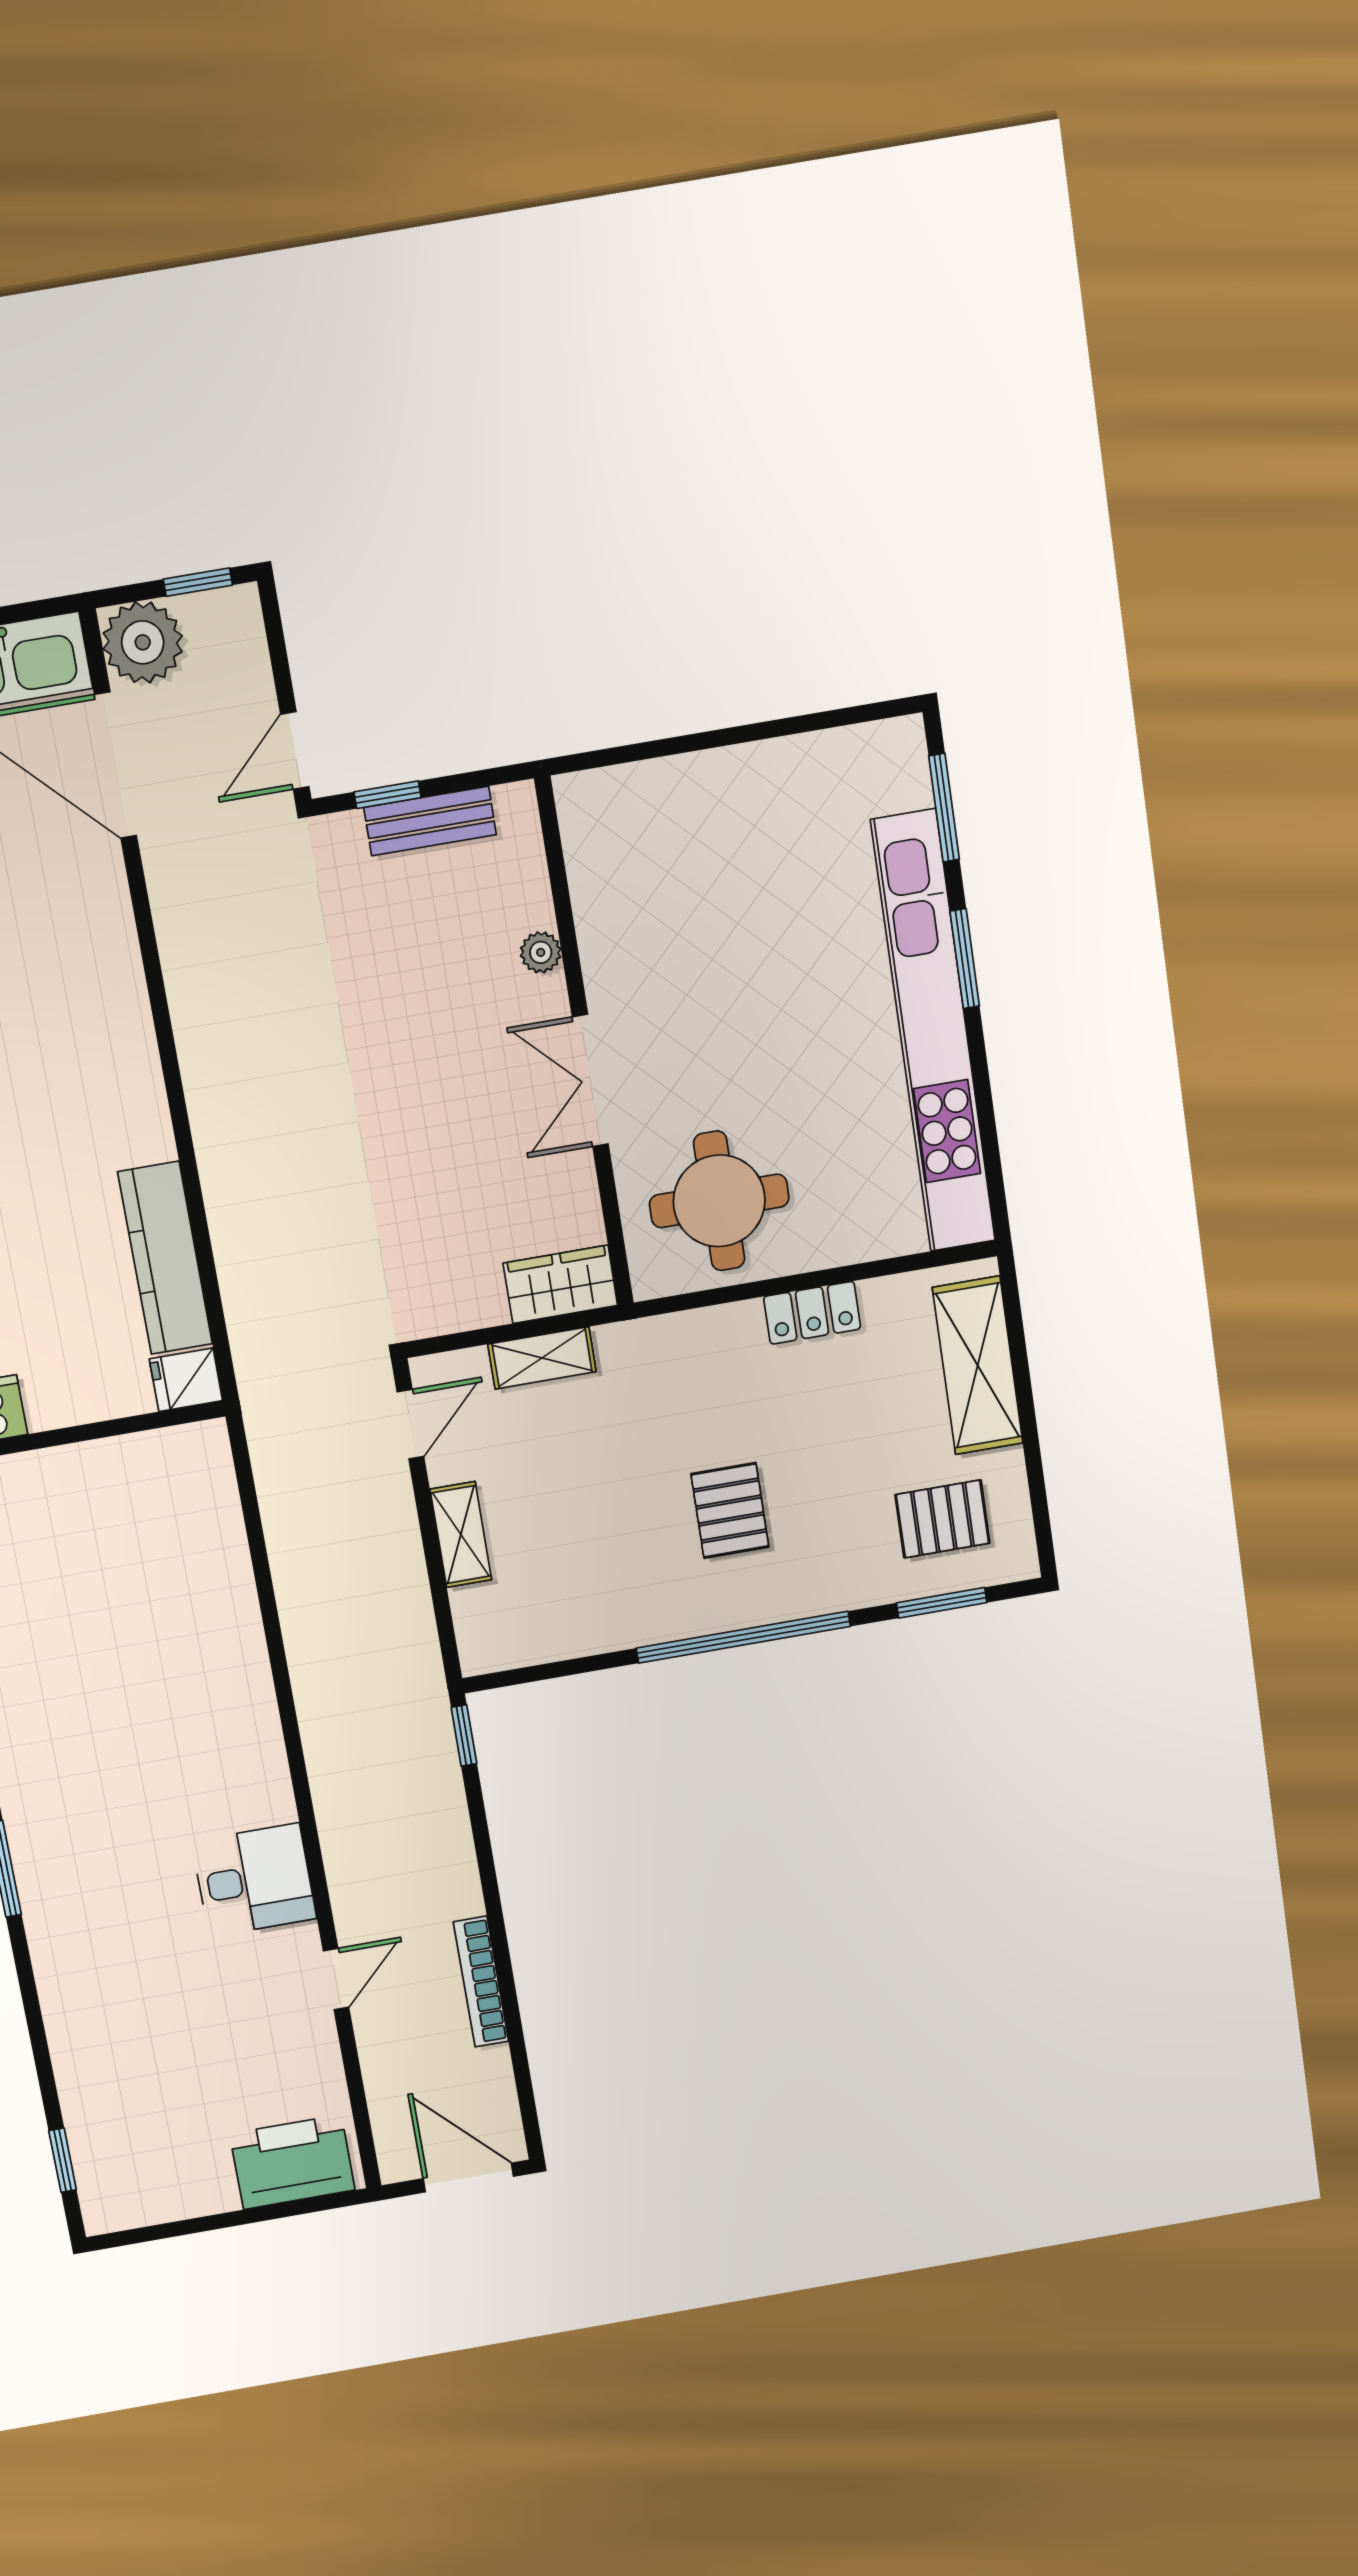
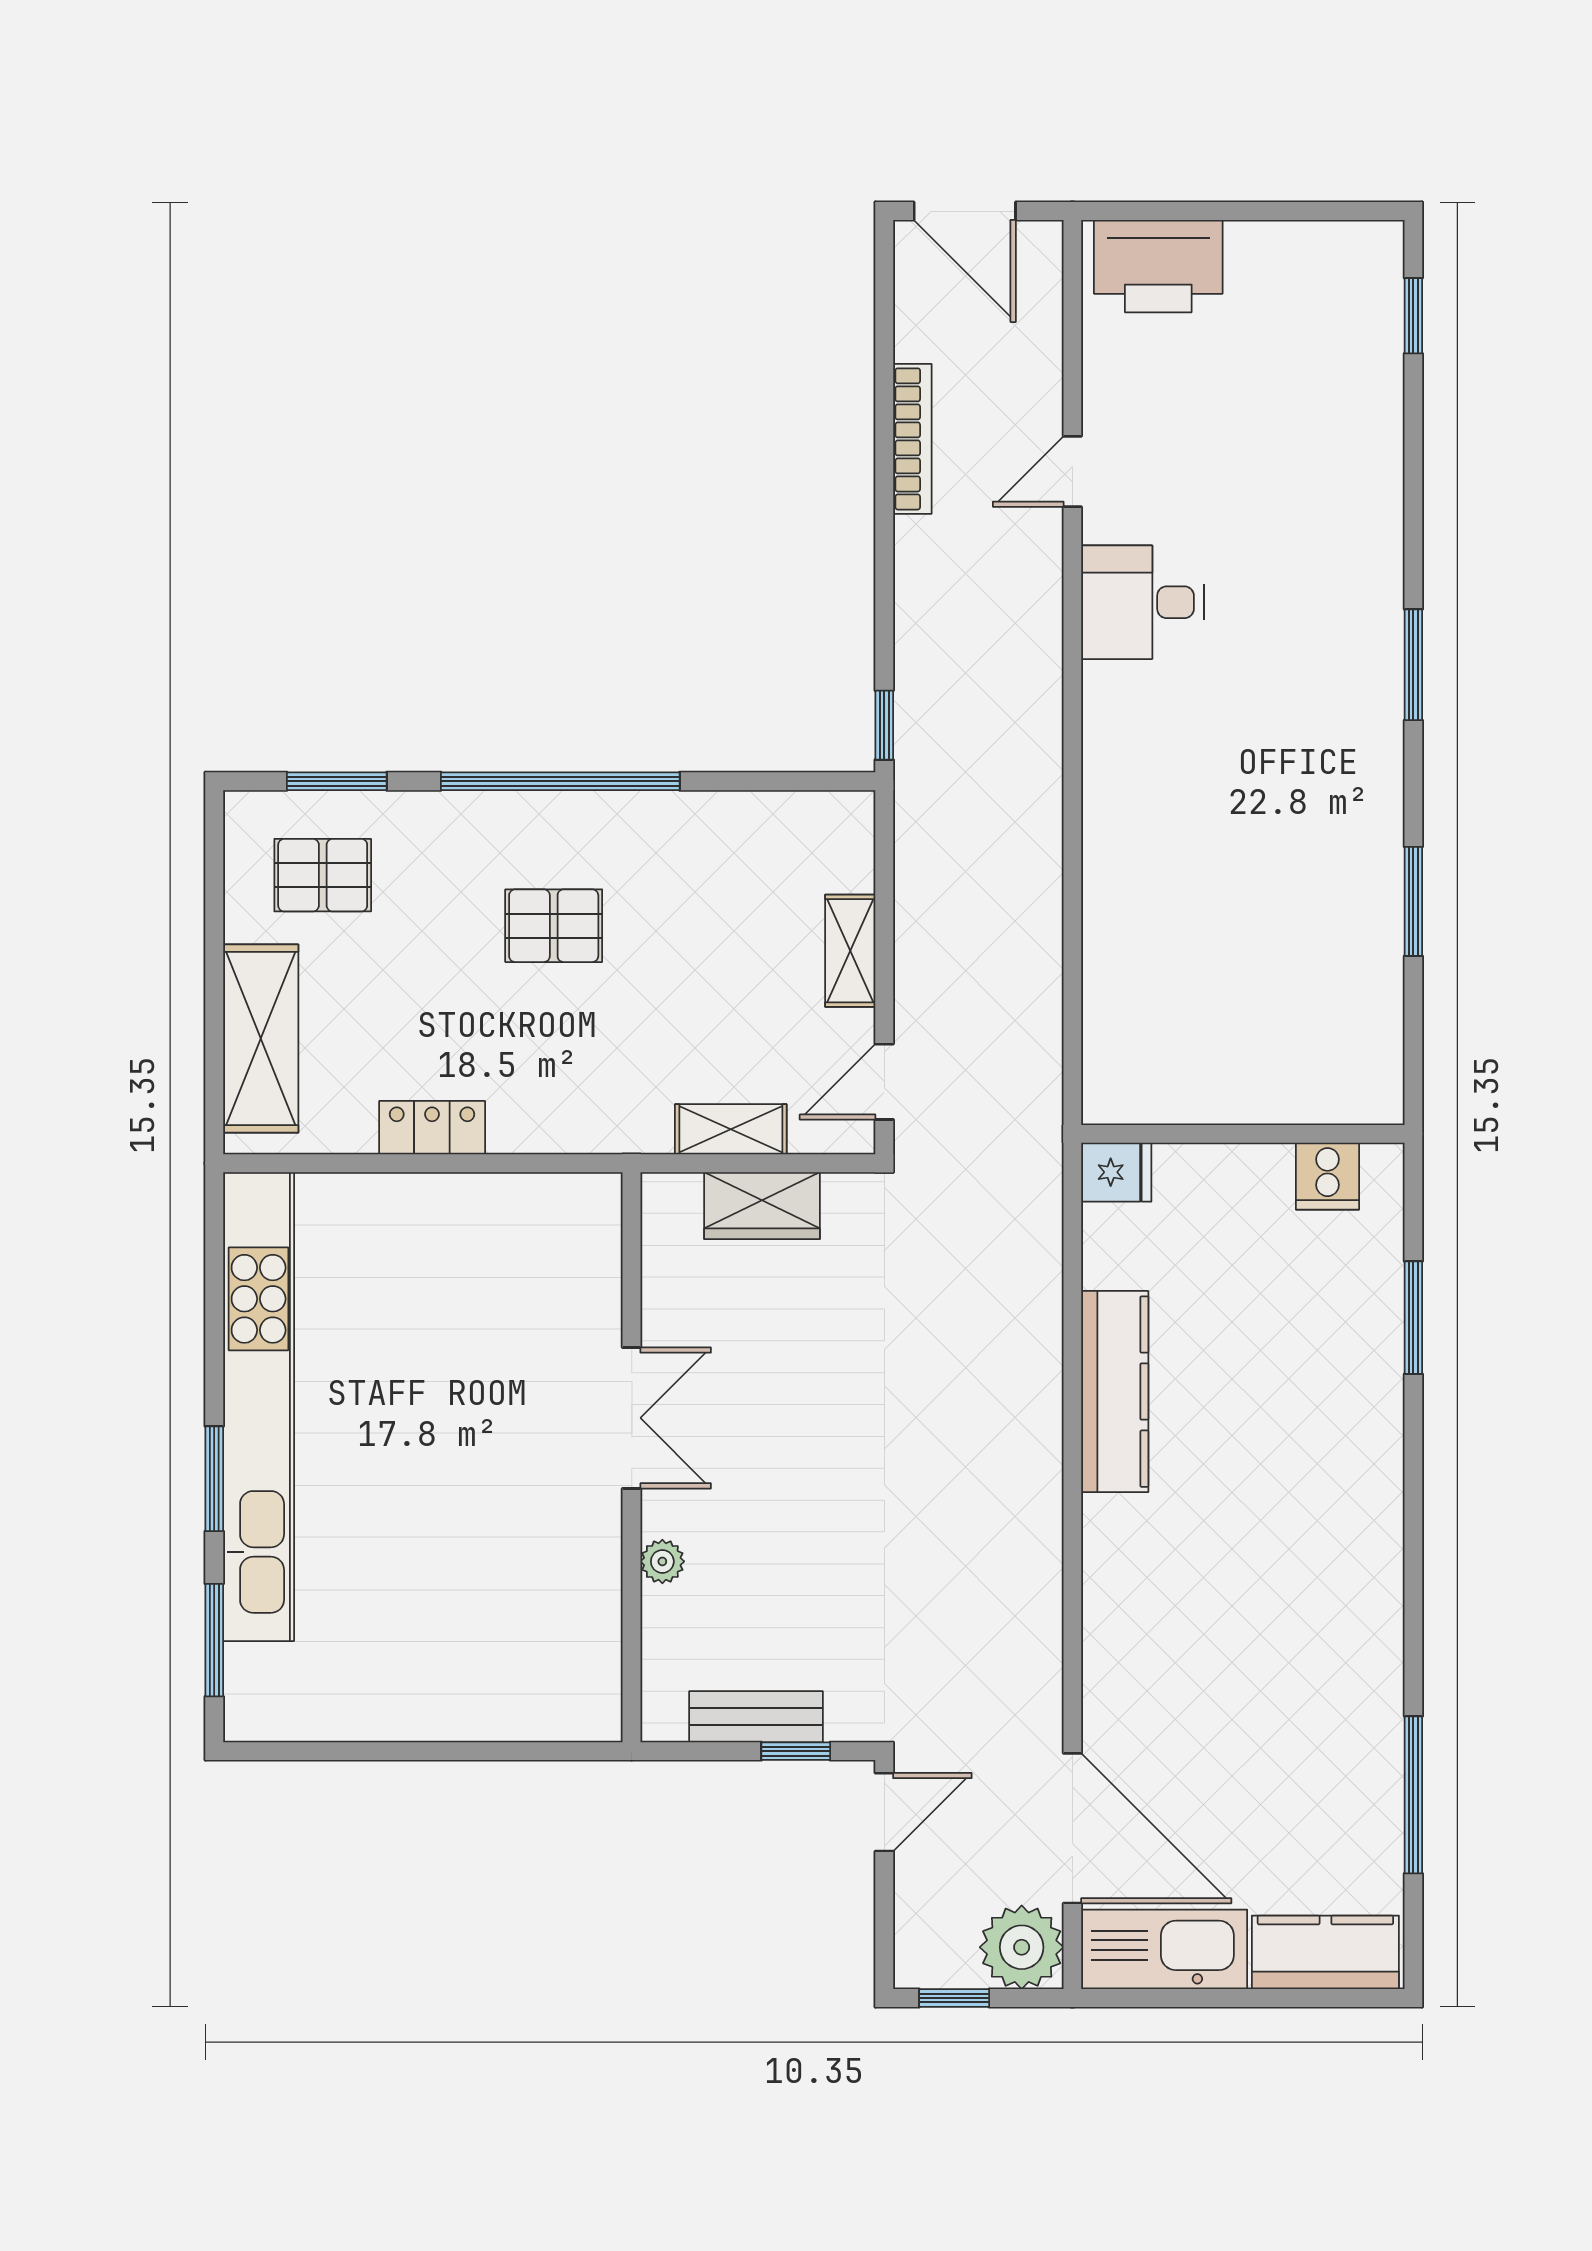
round table: (719, 1201) -> (514, 1266), removed
kitchen counter: (165, 1258) -> (1115, 1392), moved
wardrobe: (560, 1284) -> (762, 1206), moved
pallet: (730, 1510) -> (554, 926), turned 90

